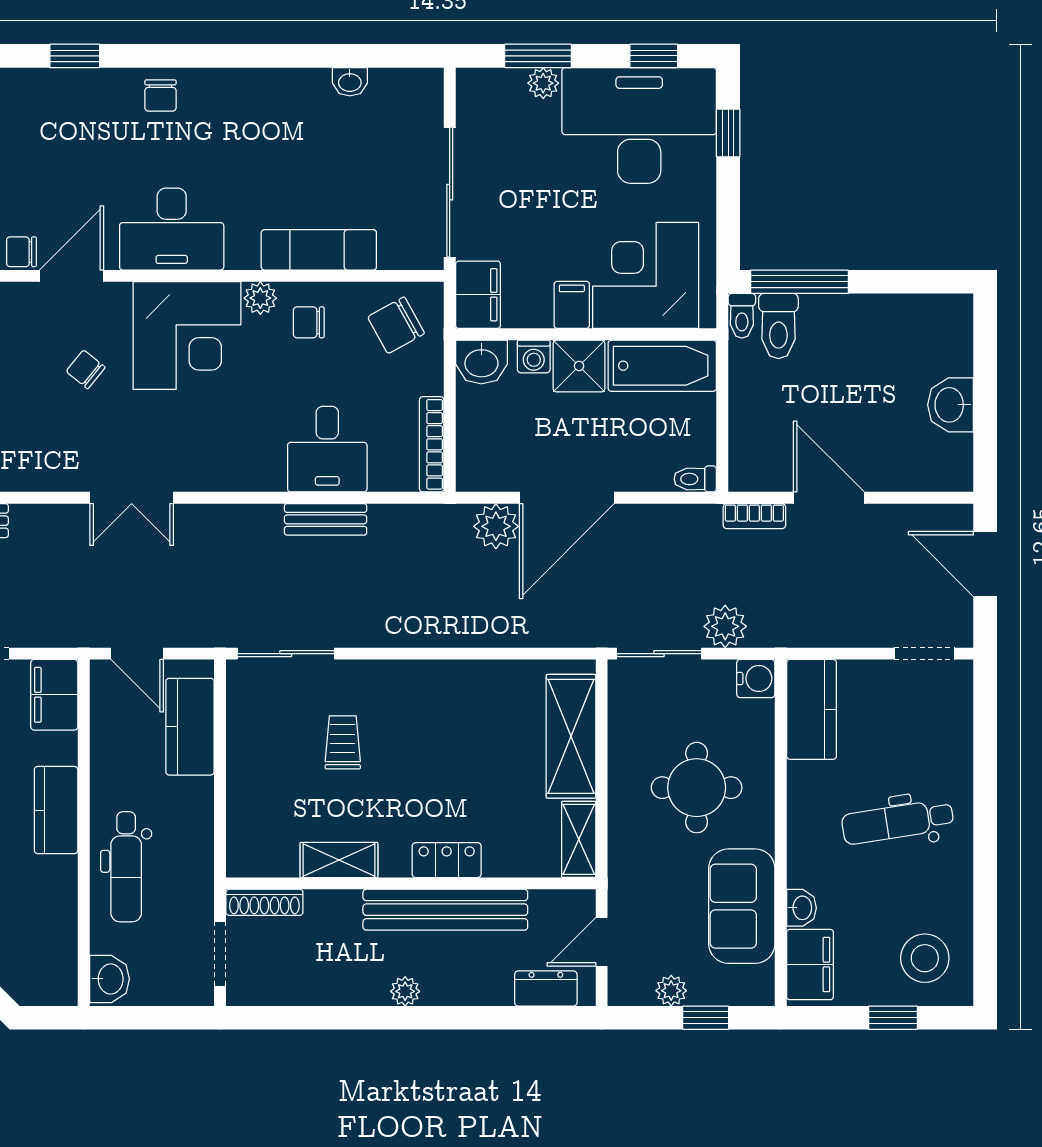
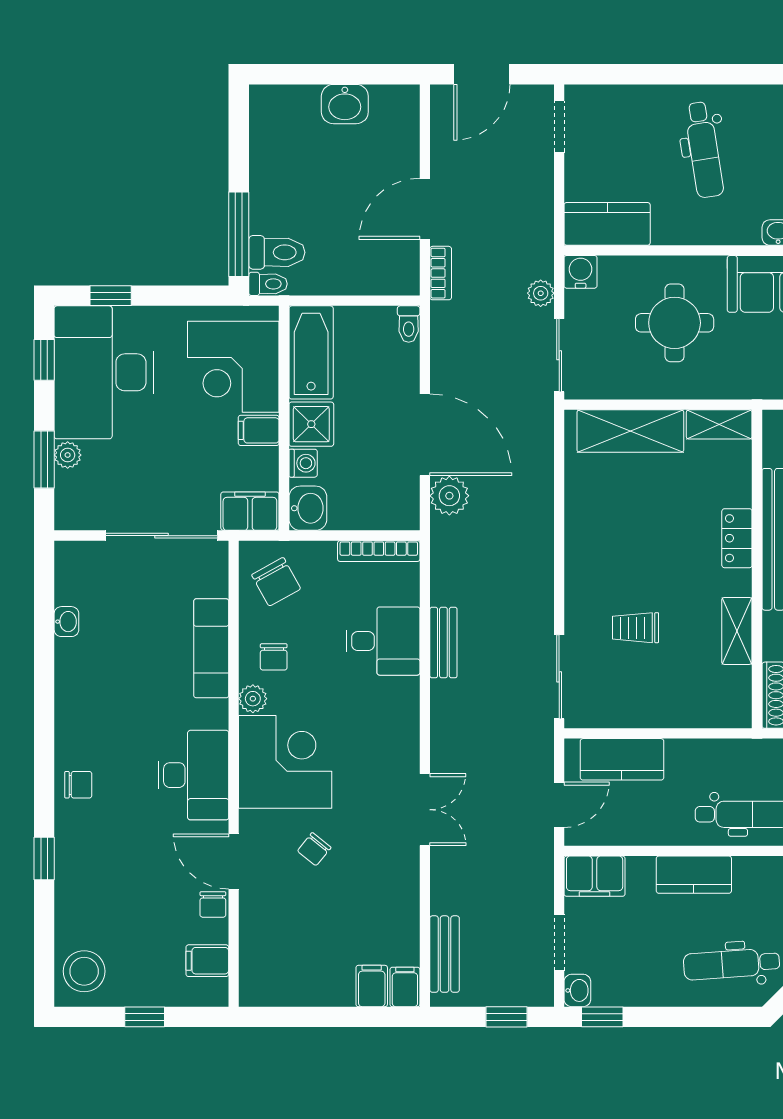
plant: (725, 626) -> (541, 293), width x0.73, depth x0.73

